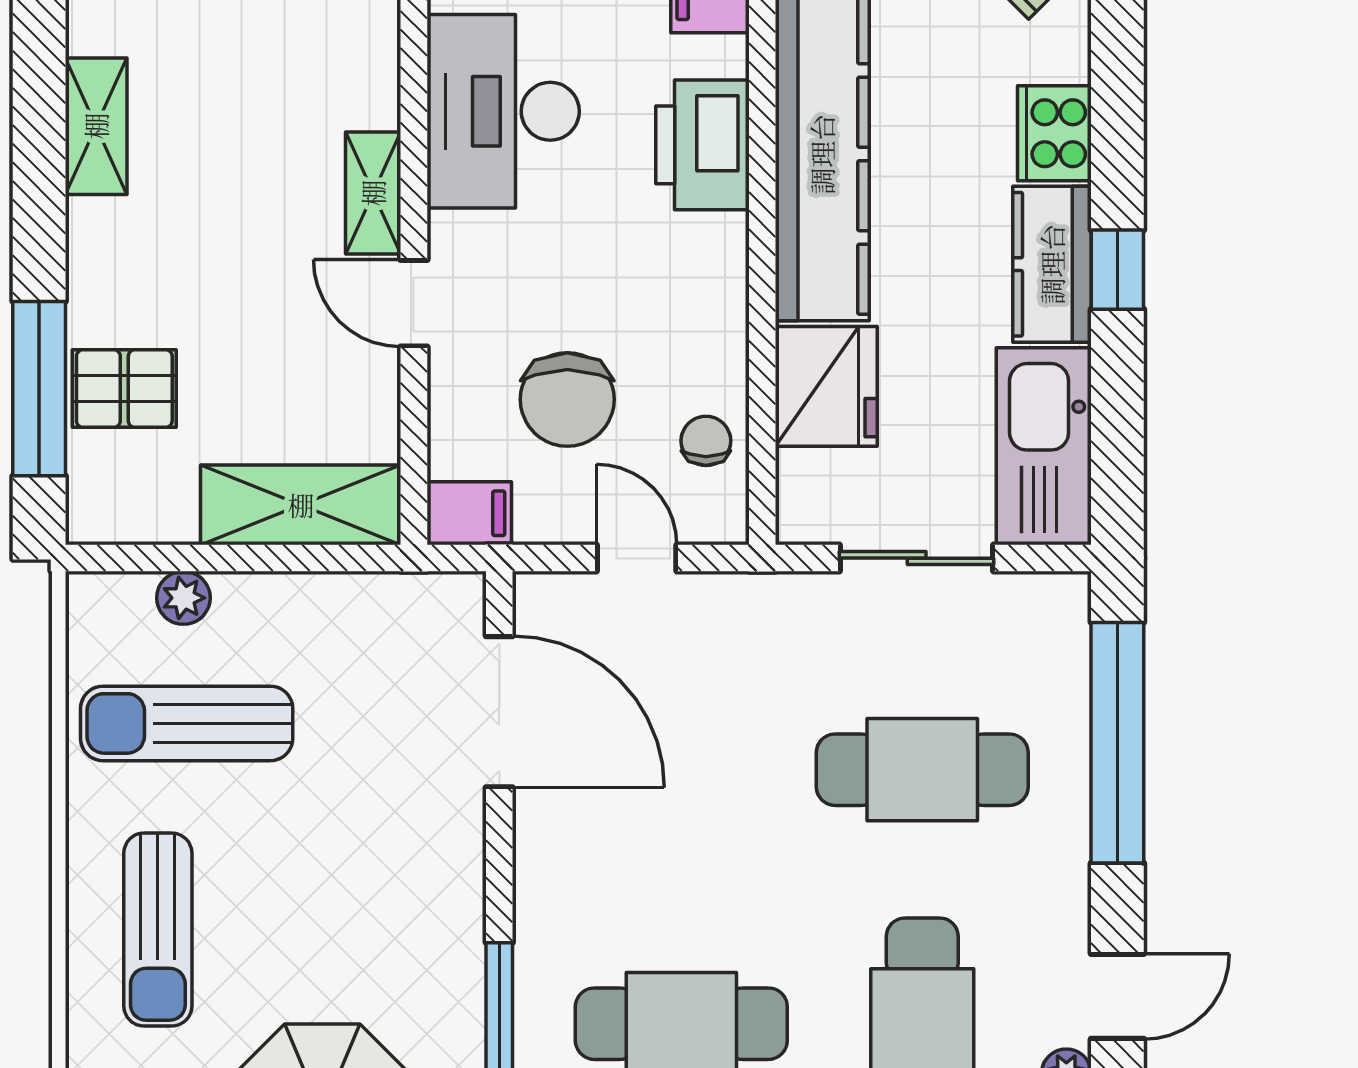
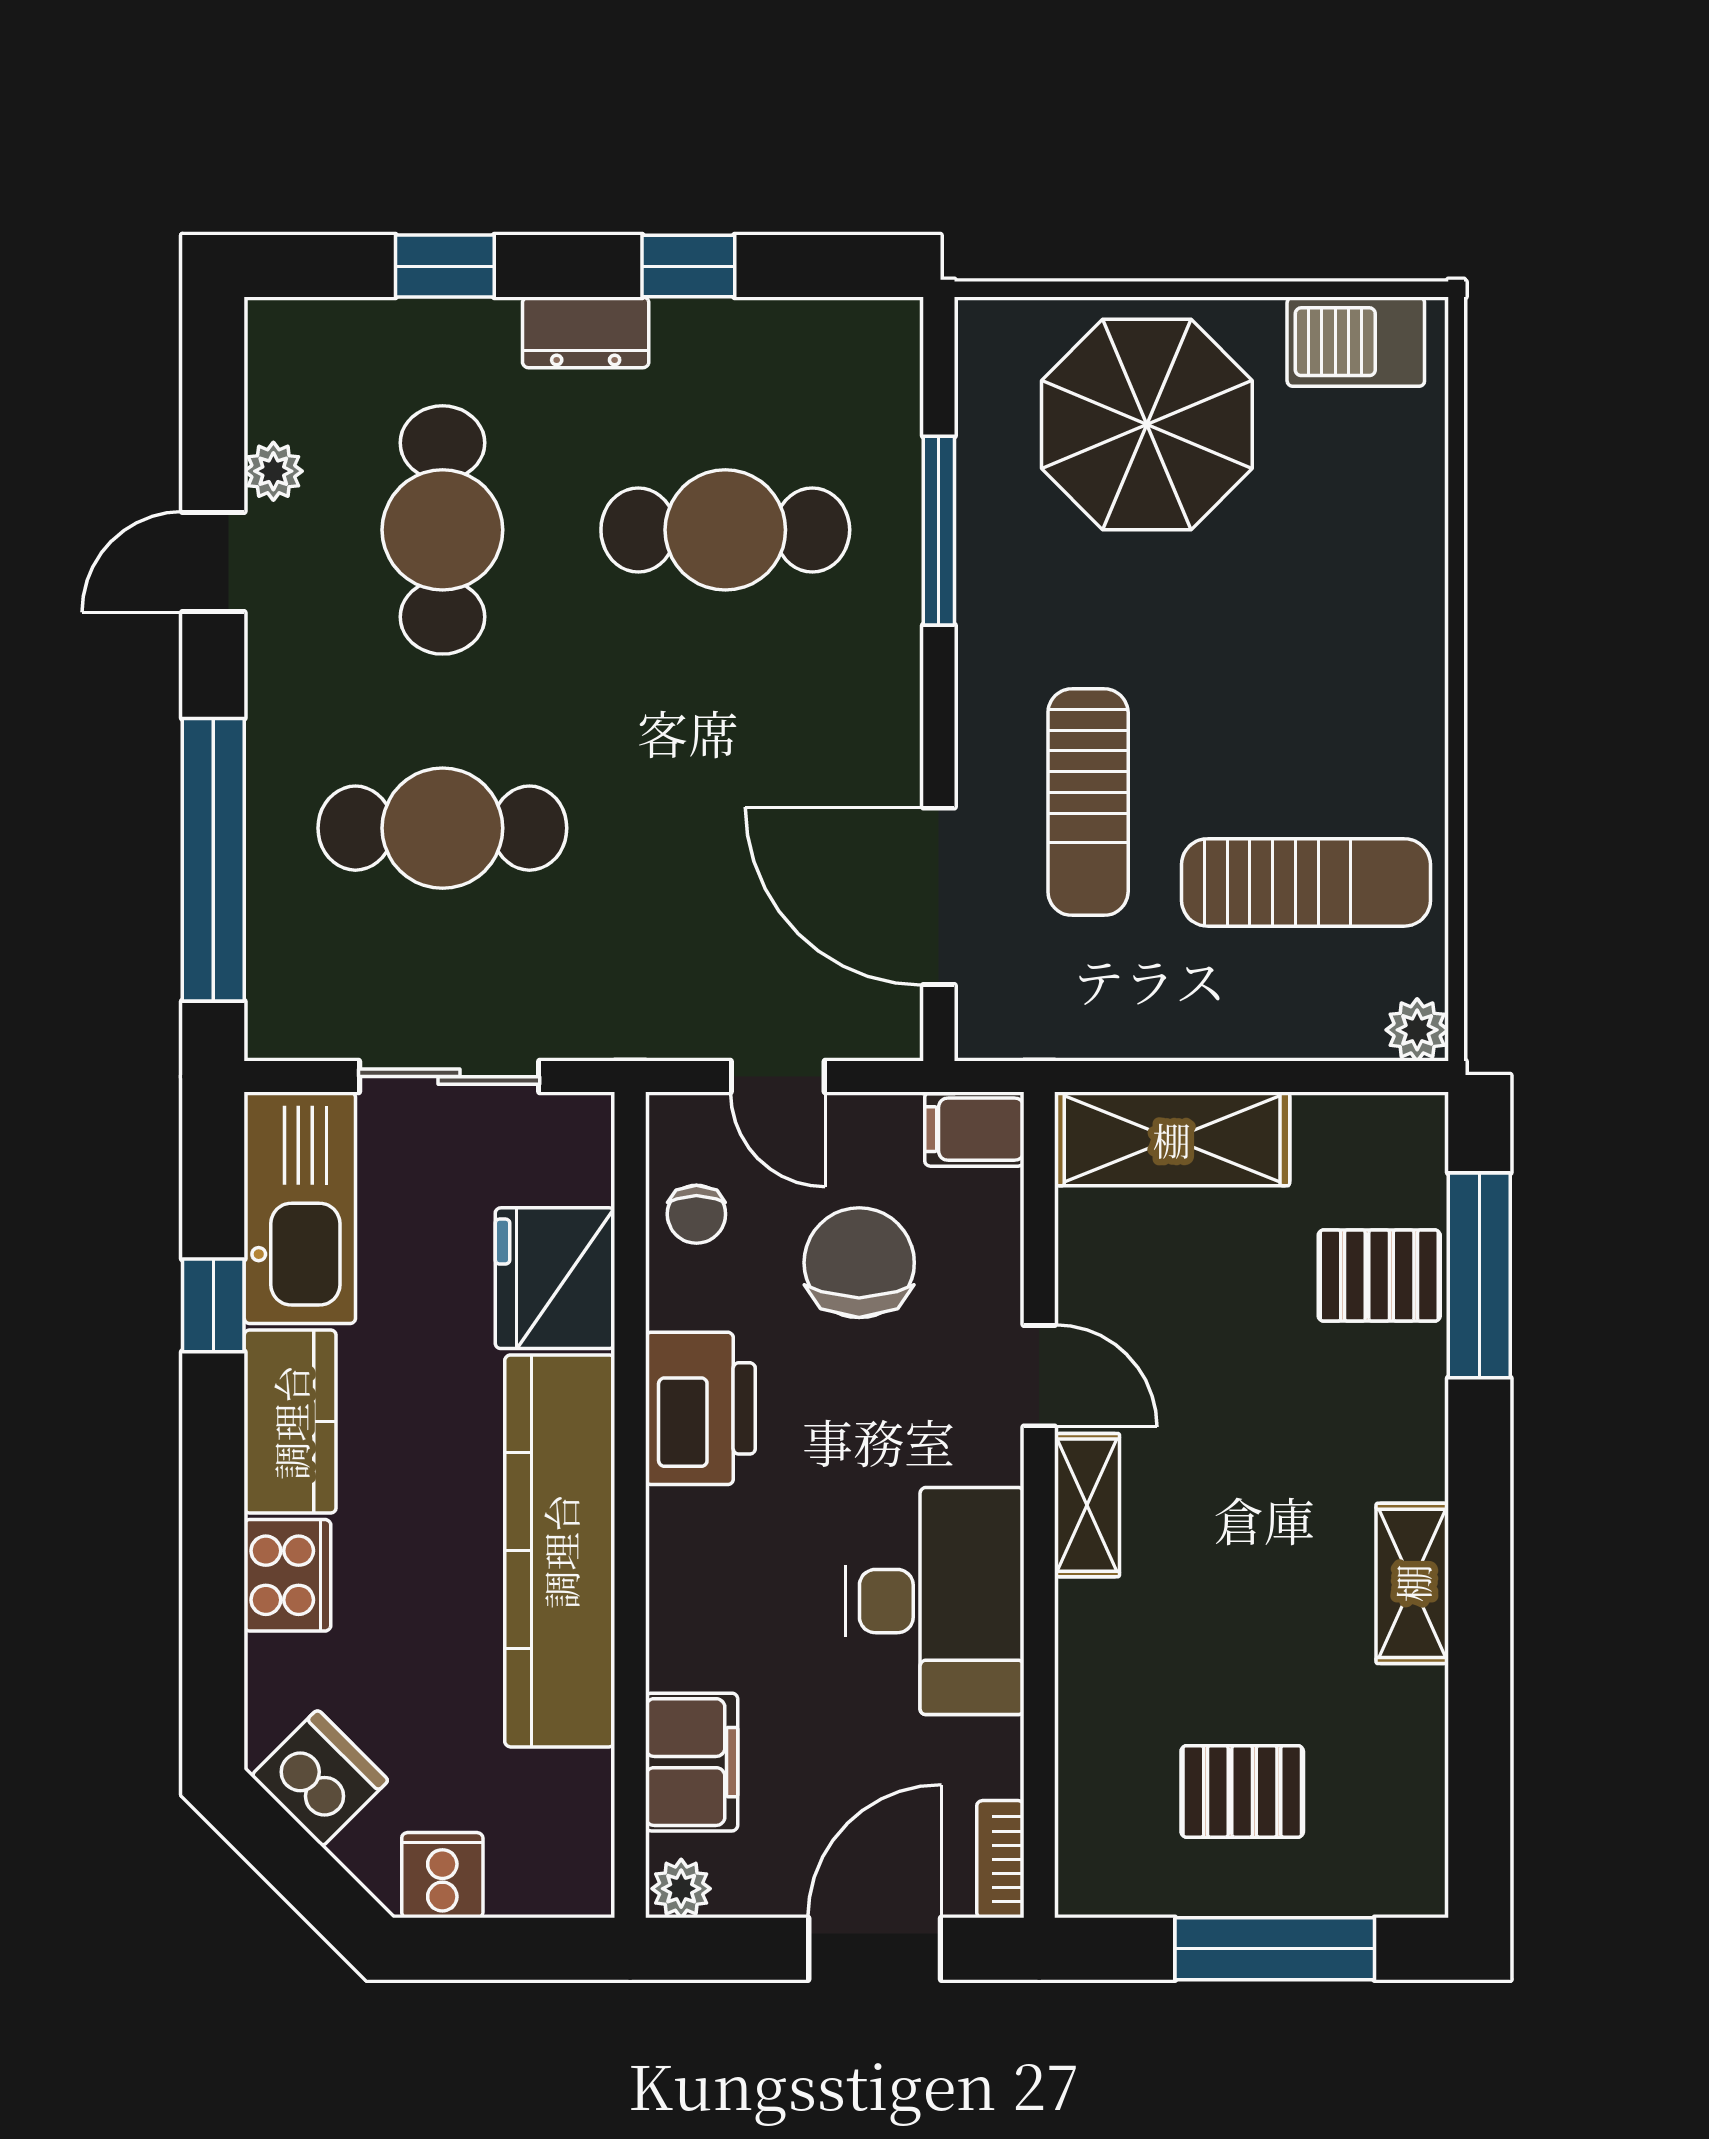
printer: (703, 145) -> (700, 1408), moved
window: (1117, 270) -> (213, 1305), moved
plant: (183, 598) -> (1417, 1030), moved
sun lounger: (158, 930) -> (1088, 802), moved, turned 180

